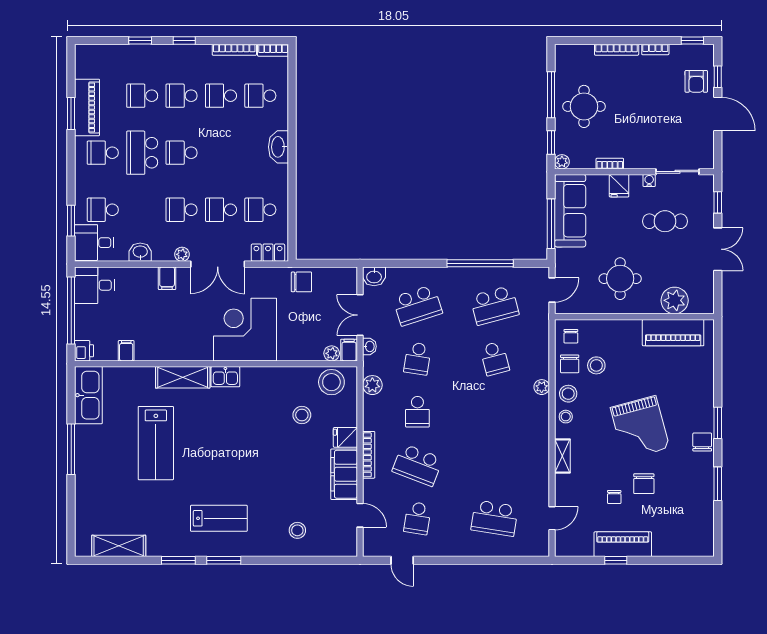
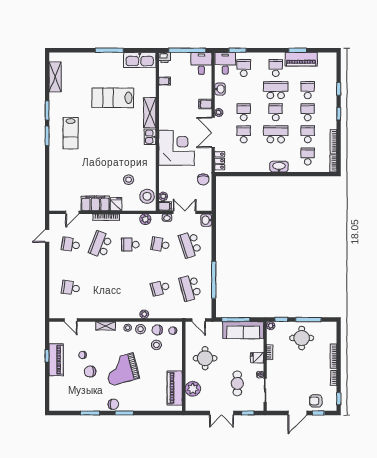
school desk: (260, 210) -> (276, 134), moved, width x1.85
school desk: (495, 518) -> (71, 288), width x0.54
stool: (297, 530) -> (64, 177), removed

